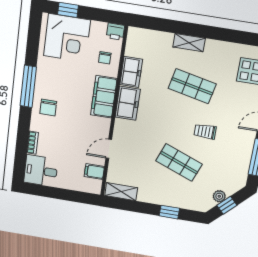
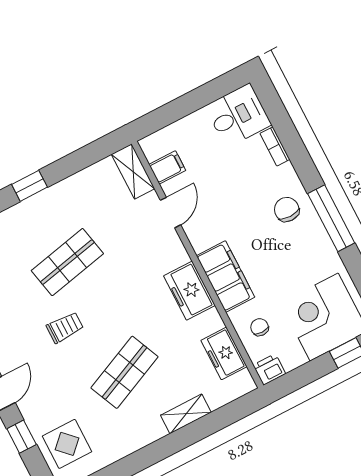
shelving: (189, 43) -> (186, 414), moved
freezer: (131, 72) -> (224, 353), moved
shop shelf: (192, 86) -> (124, 372), turned -36
shop shelf: (179, 163) -> (67, 262), turned -33
shelving: (121, 192) -> (133, 171), moved, turned 90

